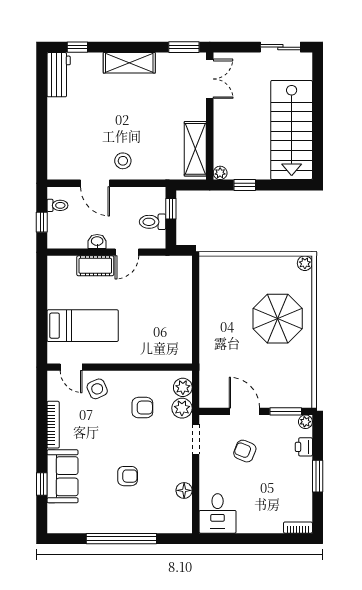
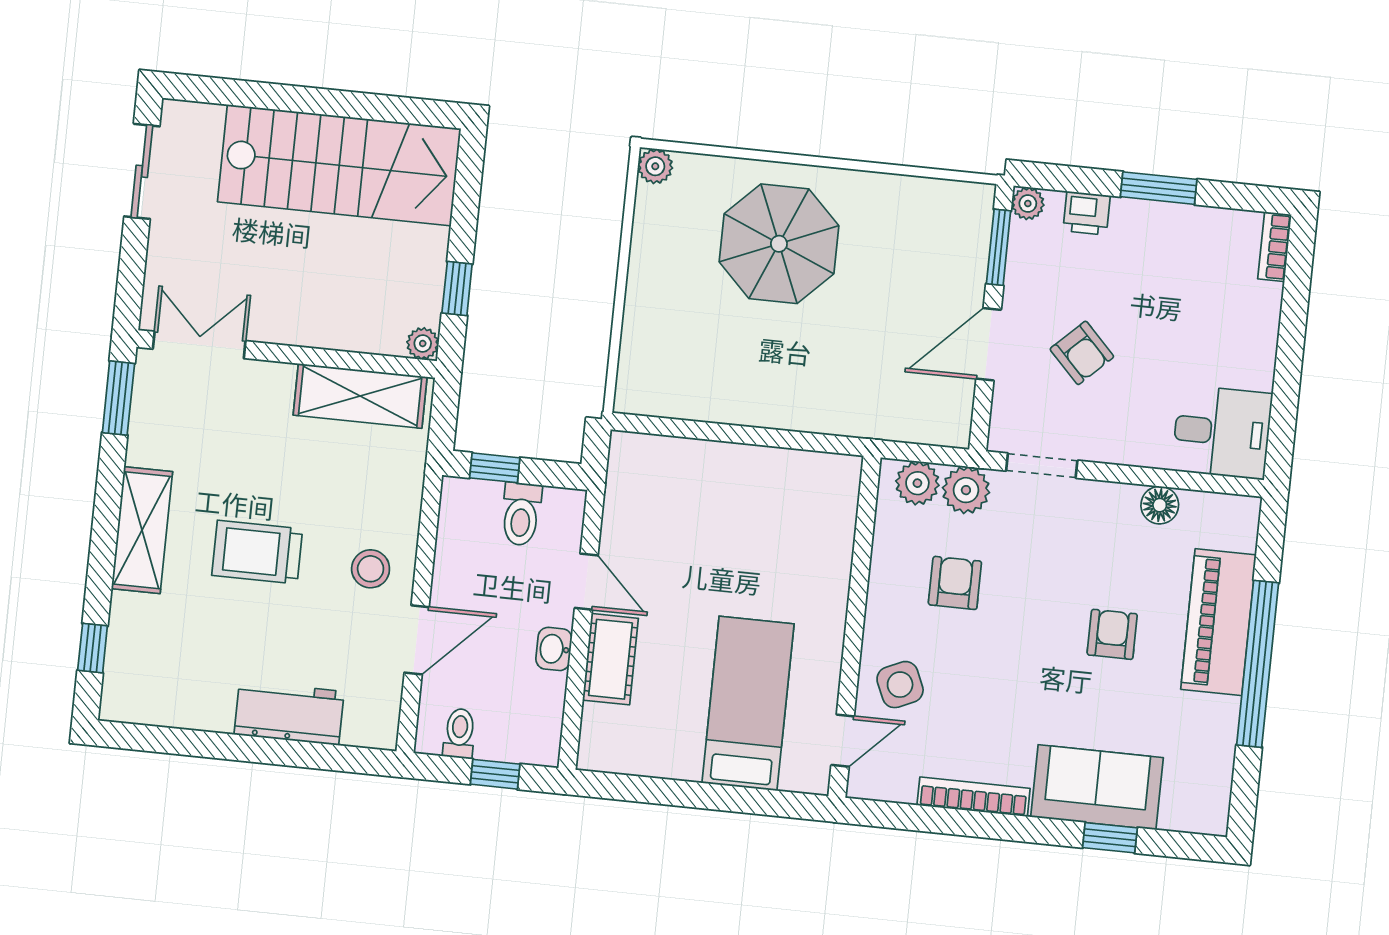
workbench: (59, 75) -> (289, 713), moved
trolley: (125, 112) -> (257, 552), added
armchair: (245, 451) -> (1082, 353), turned -66
piano: (137, 520) -> (1219, 622), added

